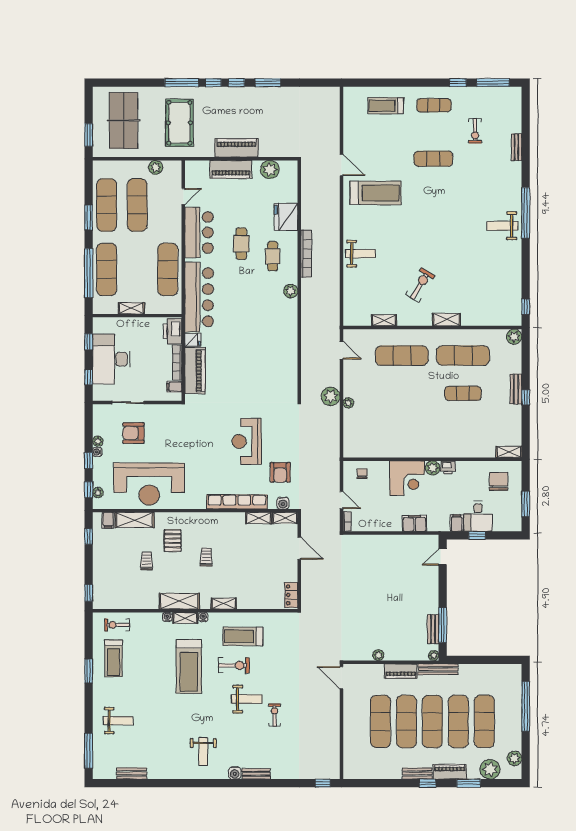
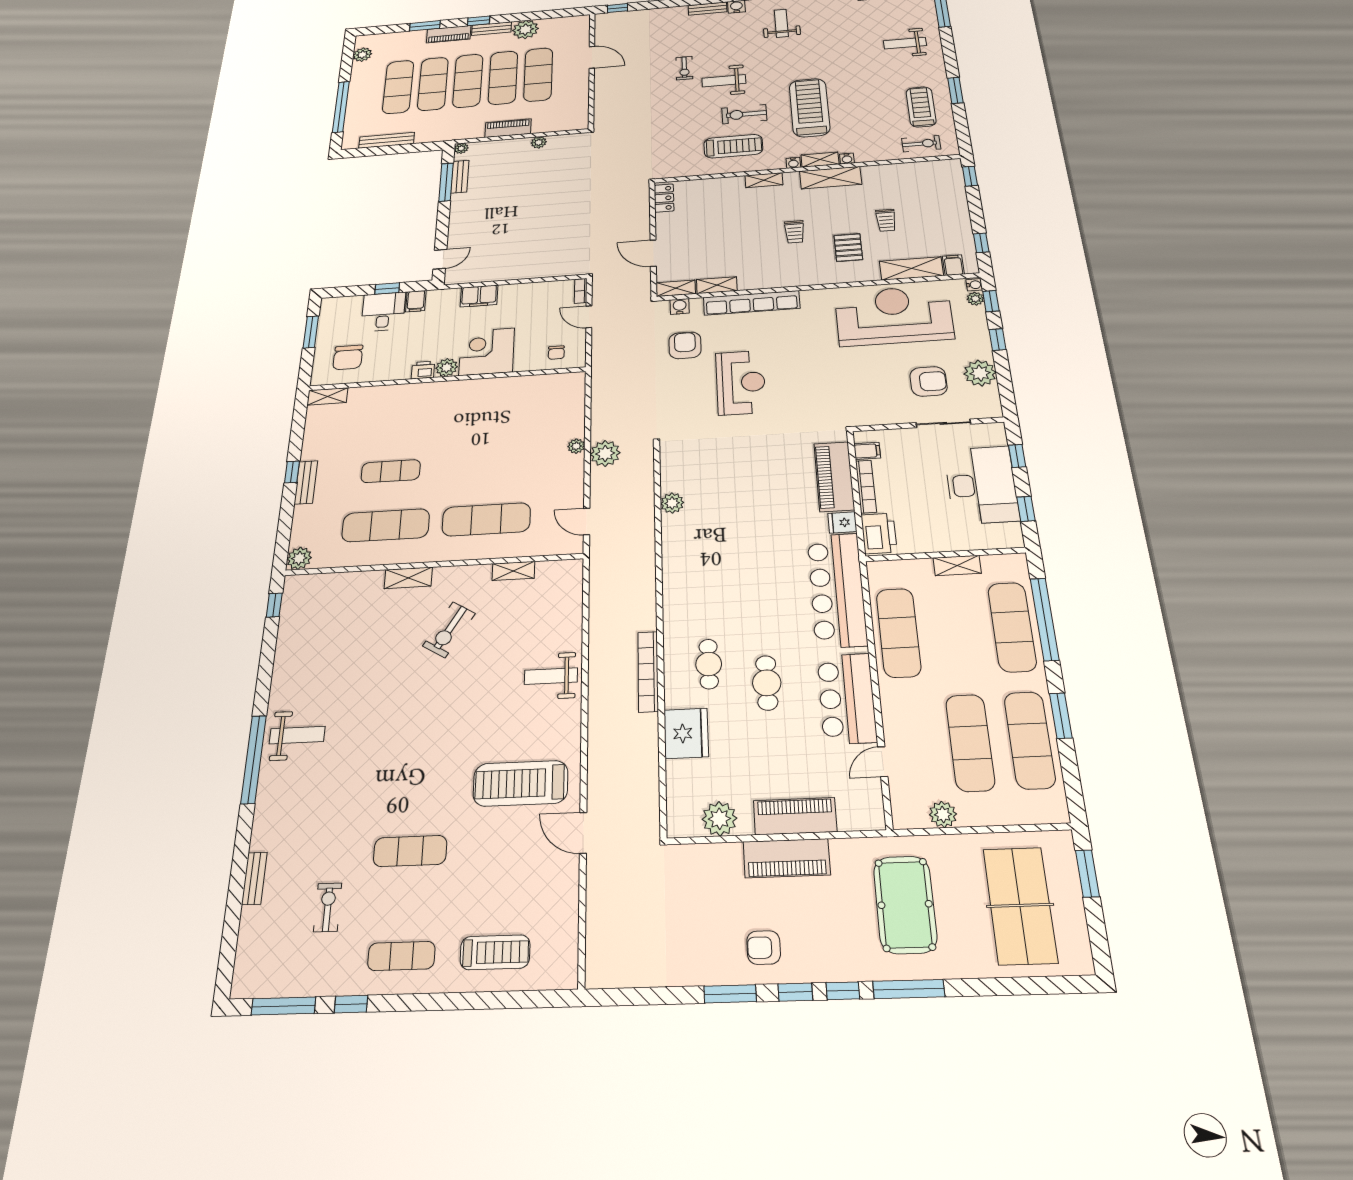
armchair: (251, 104) -> (764, 948), added
plant: (291, 291) -> (672, 503), moved
plant: (98, 441) -> (980, 373), width x1.88, depth x1.88
water cooler: (97, 452) -> (974, 285), moved
bench: (438, 669) -> (387, 140), moved
door: (341, 678) -> (592, 57), moved
plant: (490, 769) -> (525, 30), moved

